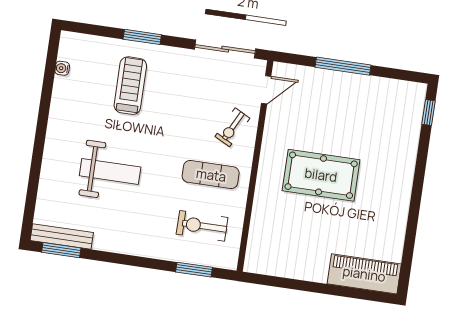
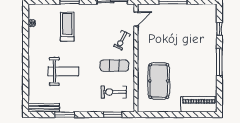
window: (428, 112) -> (219, 29), moved
pool table: (321, 175) -> (159, 81), moved, turned 90
window: (416, 197) -> (219, 62), added
window: (61, 250) -> (65, 115), moved

